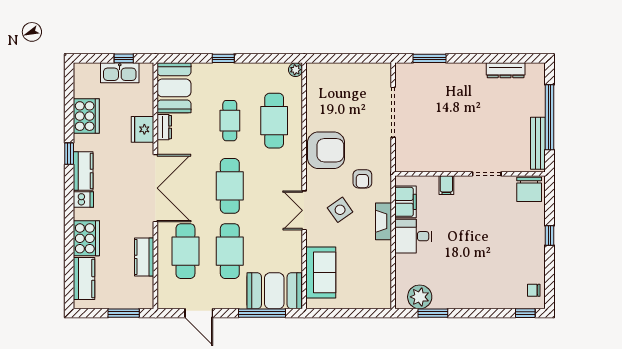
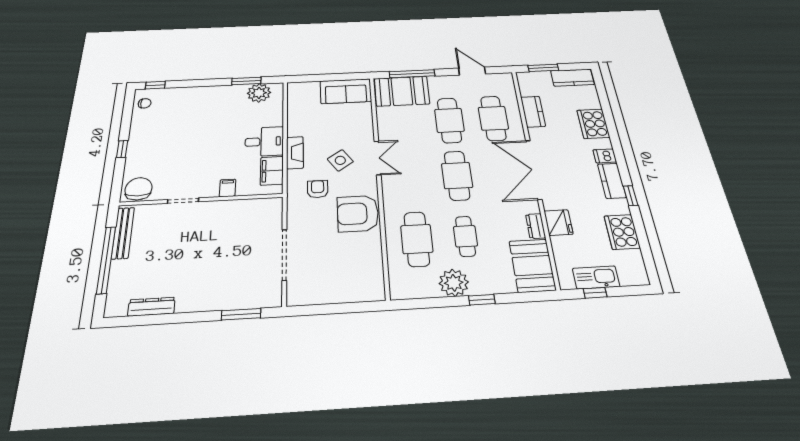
plant: (296, 70) -> (454, 283), moved, width x1.88, depth x1.88
sofa: (321, 272) -> (346, 91), moved, turned -90
kitchen counter: (84, 278) -> (572, 78), moved, turned -90

